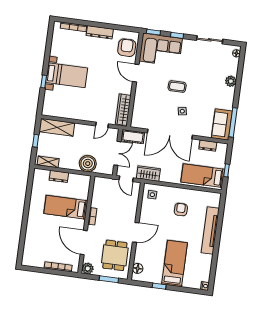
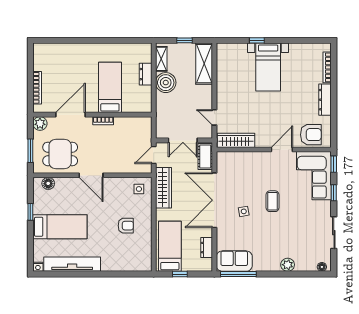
boiler: (88, 164) -> (166, 83), moved
wardrobe: (148, 174) -> (164, 188), width x1.50
tv unit: (210, 231) -> (72, 264), moved

